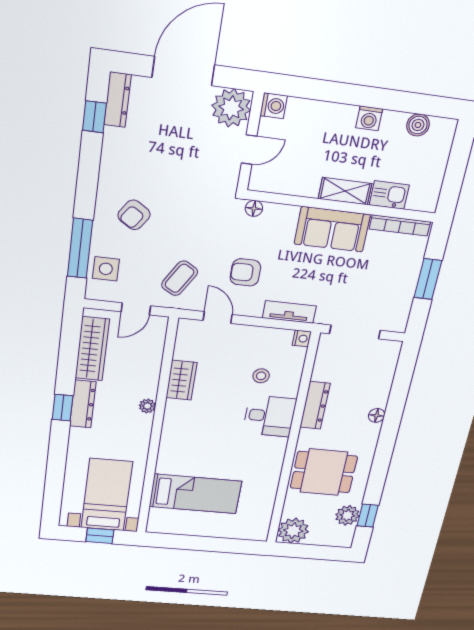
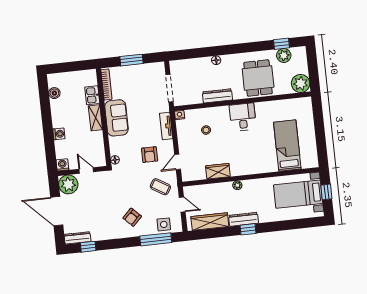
washing machine: (369, 118) -> (59, 134), moved
armchair: (134, 215) -> (132, 217), turned 101
desk: (270, 416) -> (243, 117), moved

